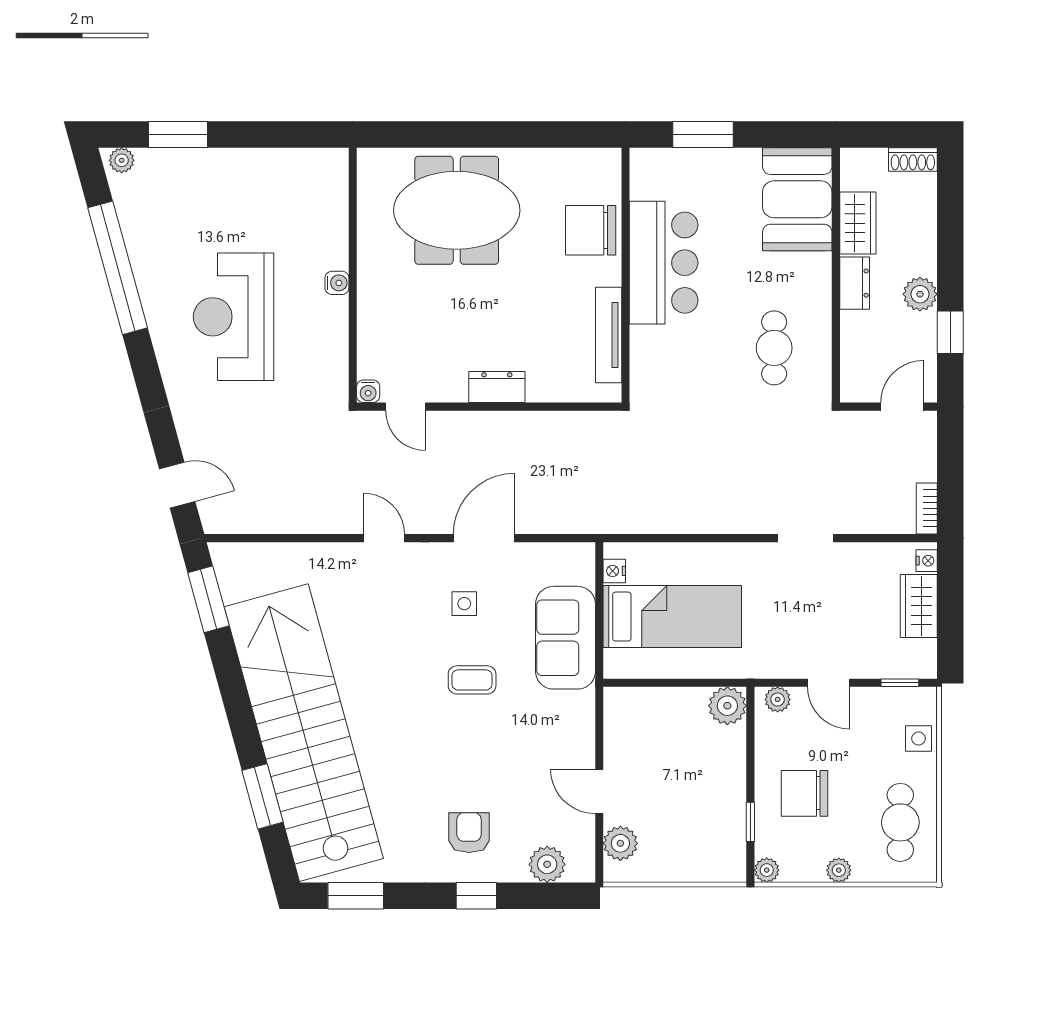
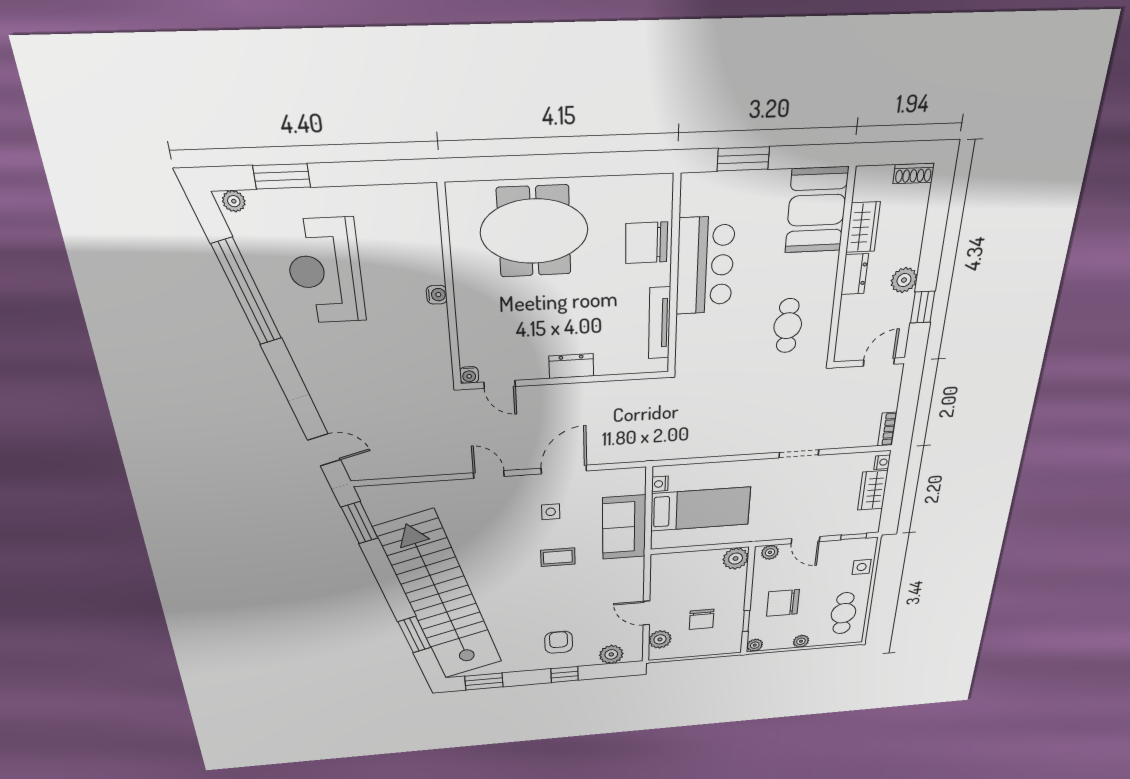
reception desk: (234, 317) -> (325, 271), moved
chair: (682, 812) -> (702, 619), added

